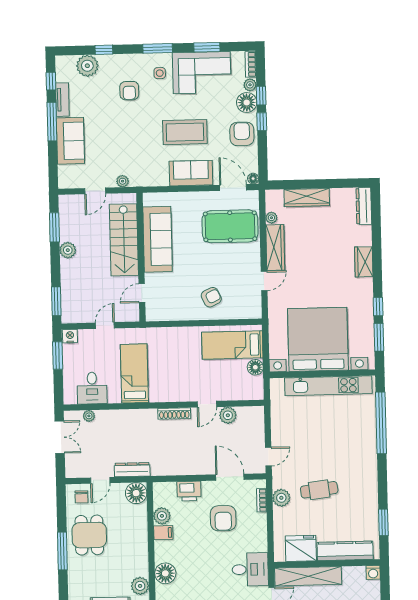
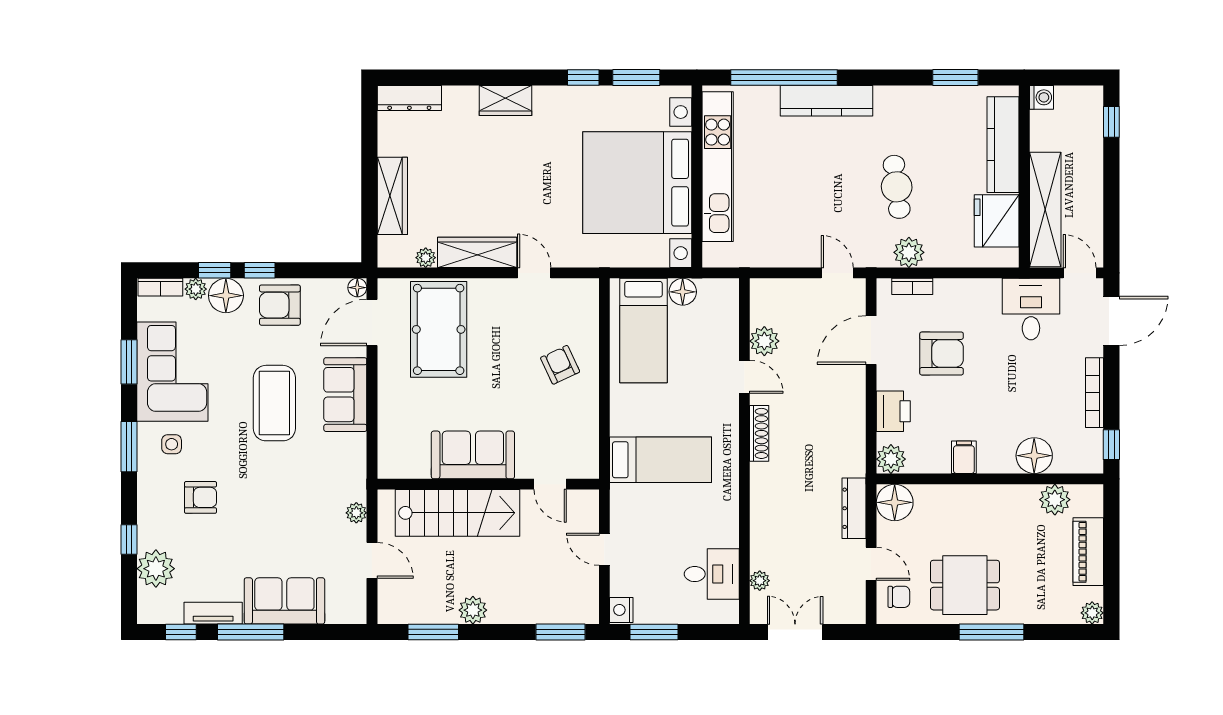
sofa: (158, 239) -> (473, 455), width x0.73
bed: (134, 373) -> (660, 460), moved, turned 180
kitchen counter: (368, 448) -> (827, 101), added
plant: (162, 516) -> (891, 459), moved

